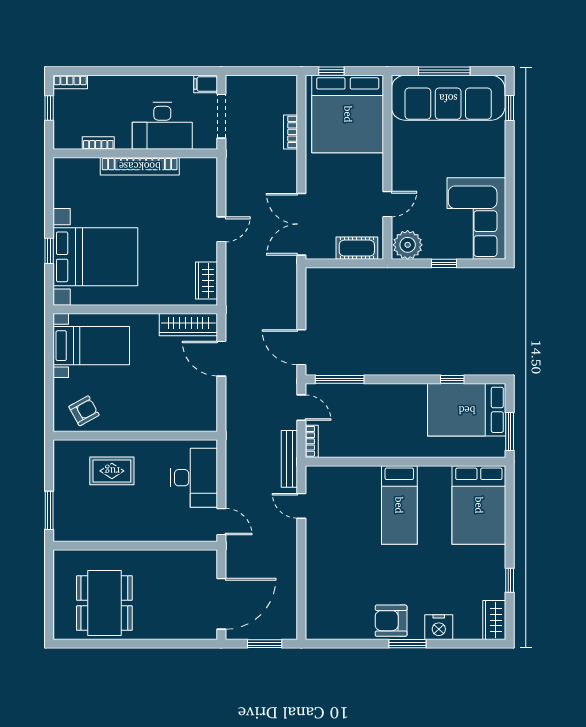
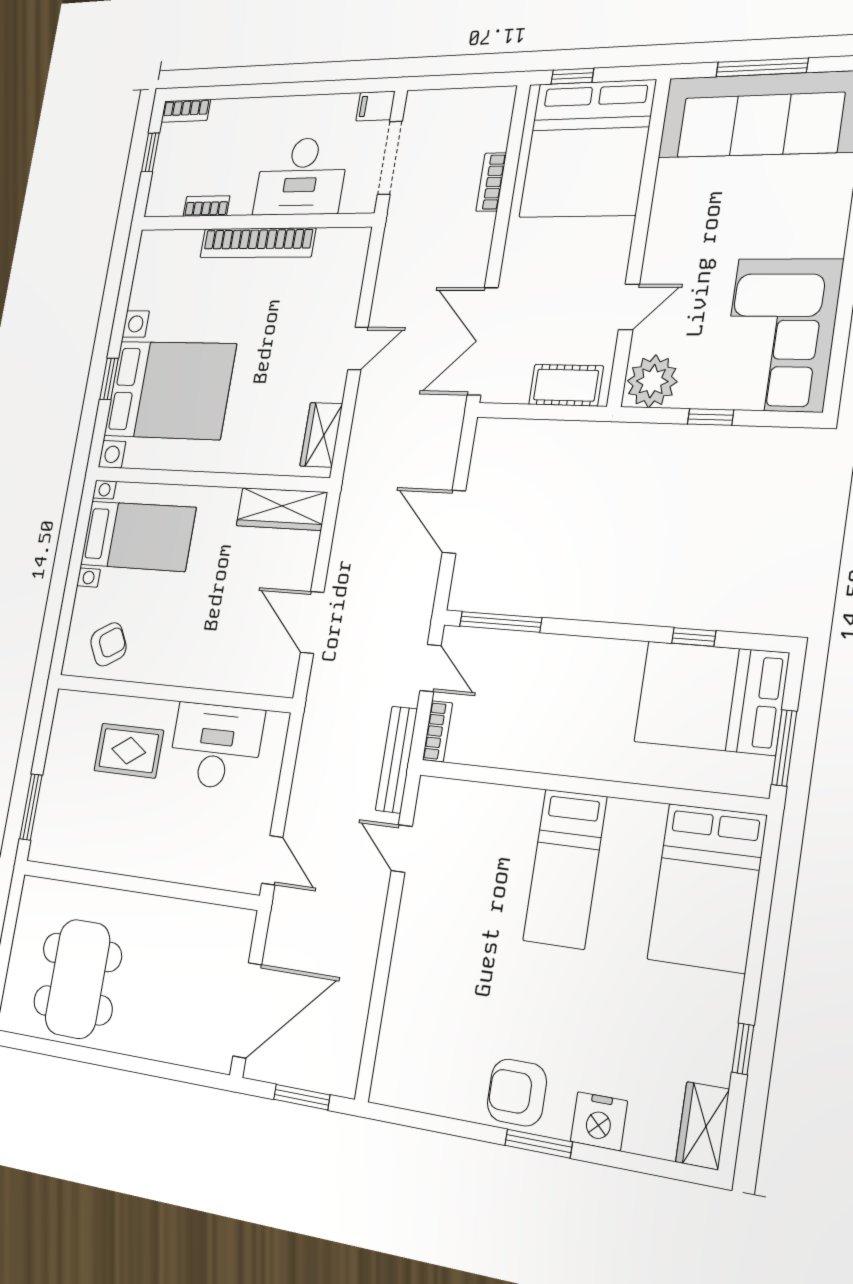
door: (301, 347) -> (454, 522), moved
door: (221, 359) -> (312, 622), moved
desk: (194, 478) -> (216, 746), moved, turned -90

